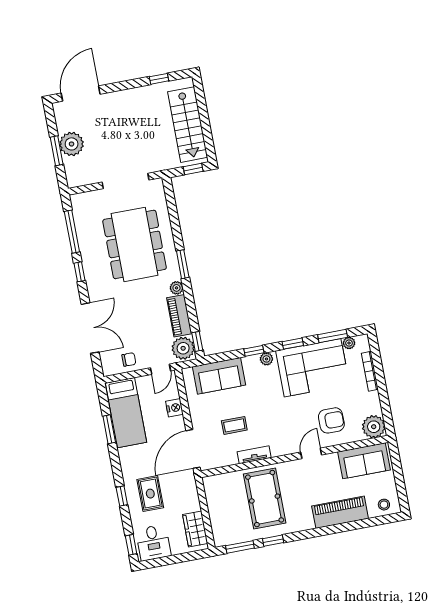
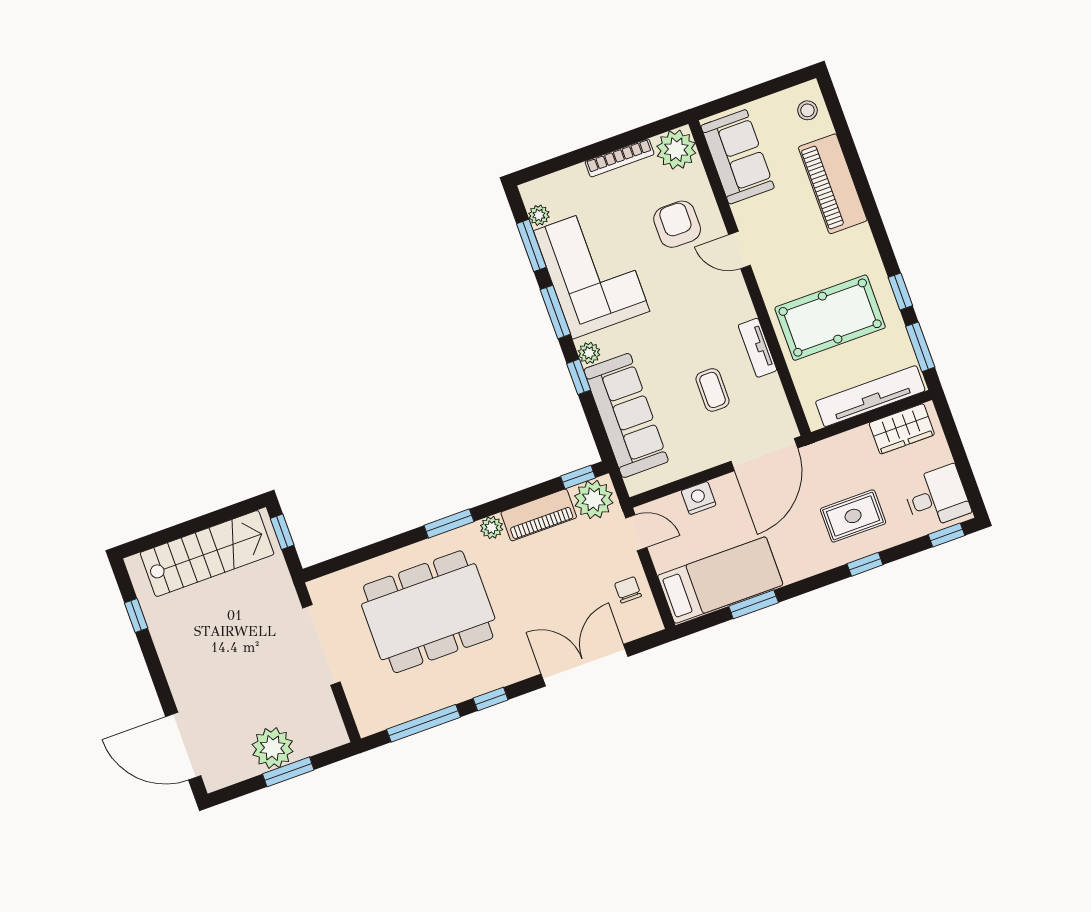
window: (293, 344) -> (555, 312), width x1.50
bookcase: (370, 371) -> (620, 158), moved
sofa: (219, 376) -> (626, 415), width x1.36
door: (193, 449) -> (764, 455), hinge flipped
tv unit: (217, 514) -> (870, 396), added

